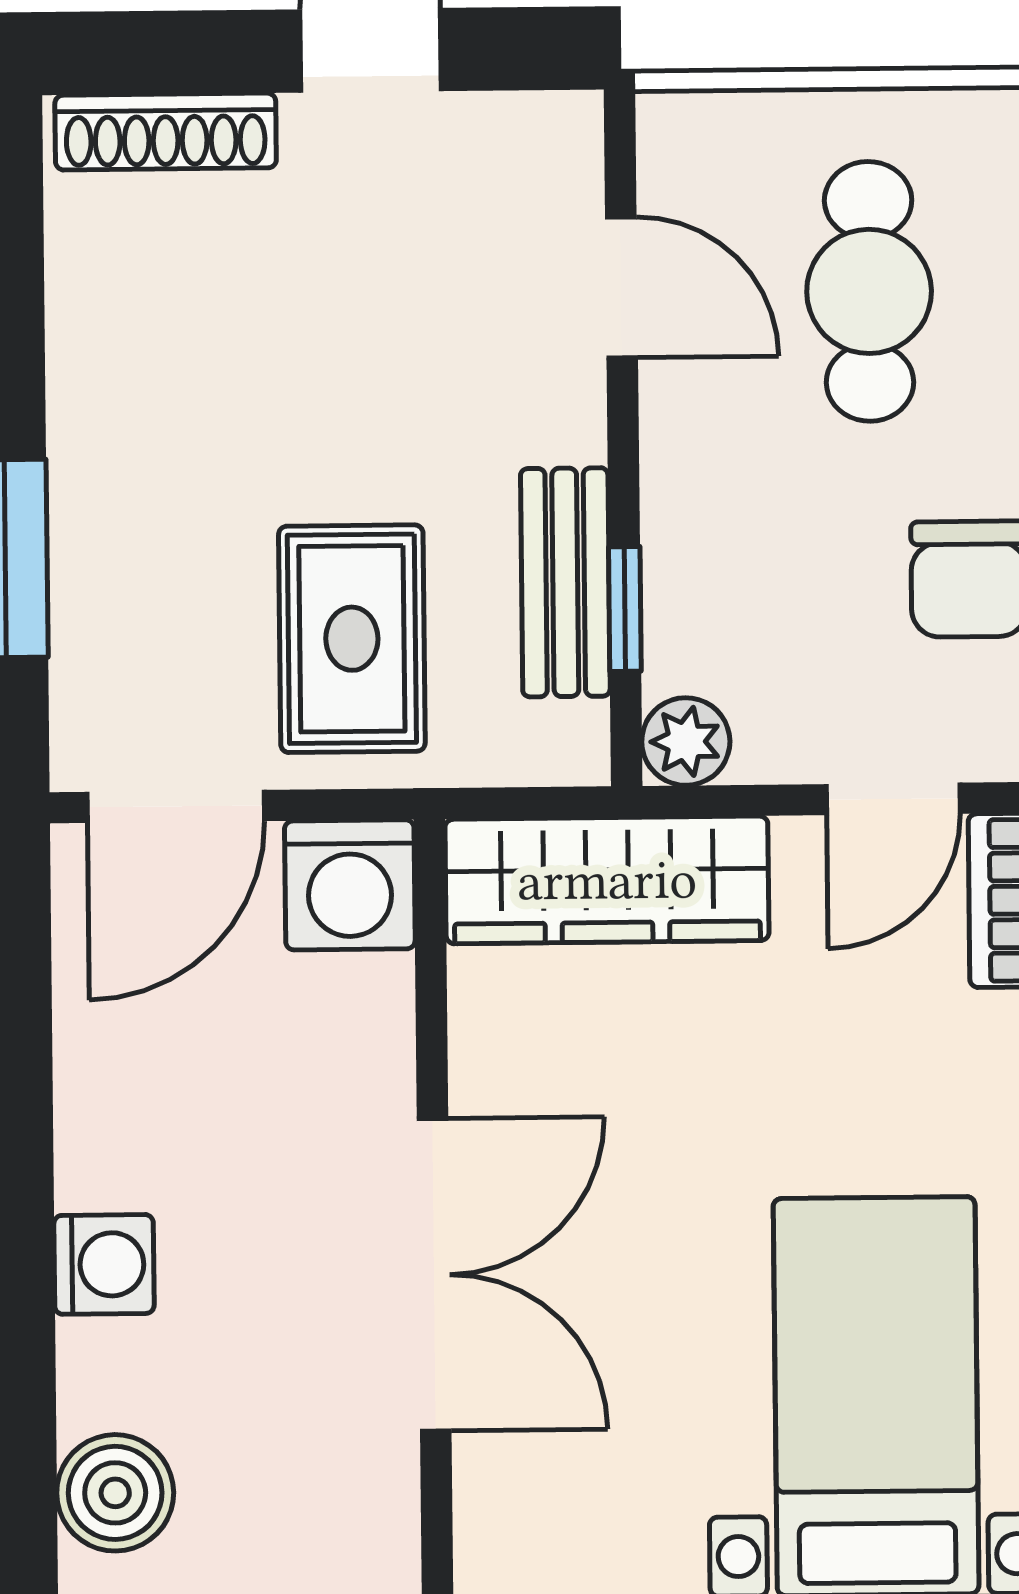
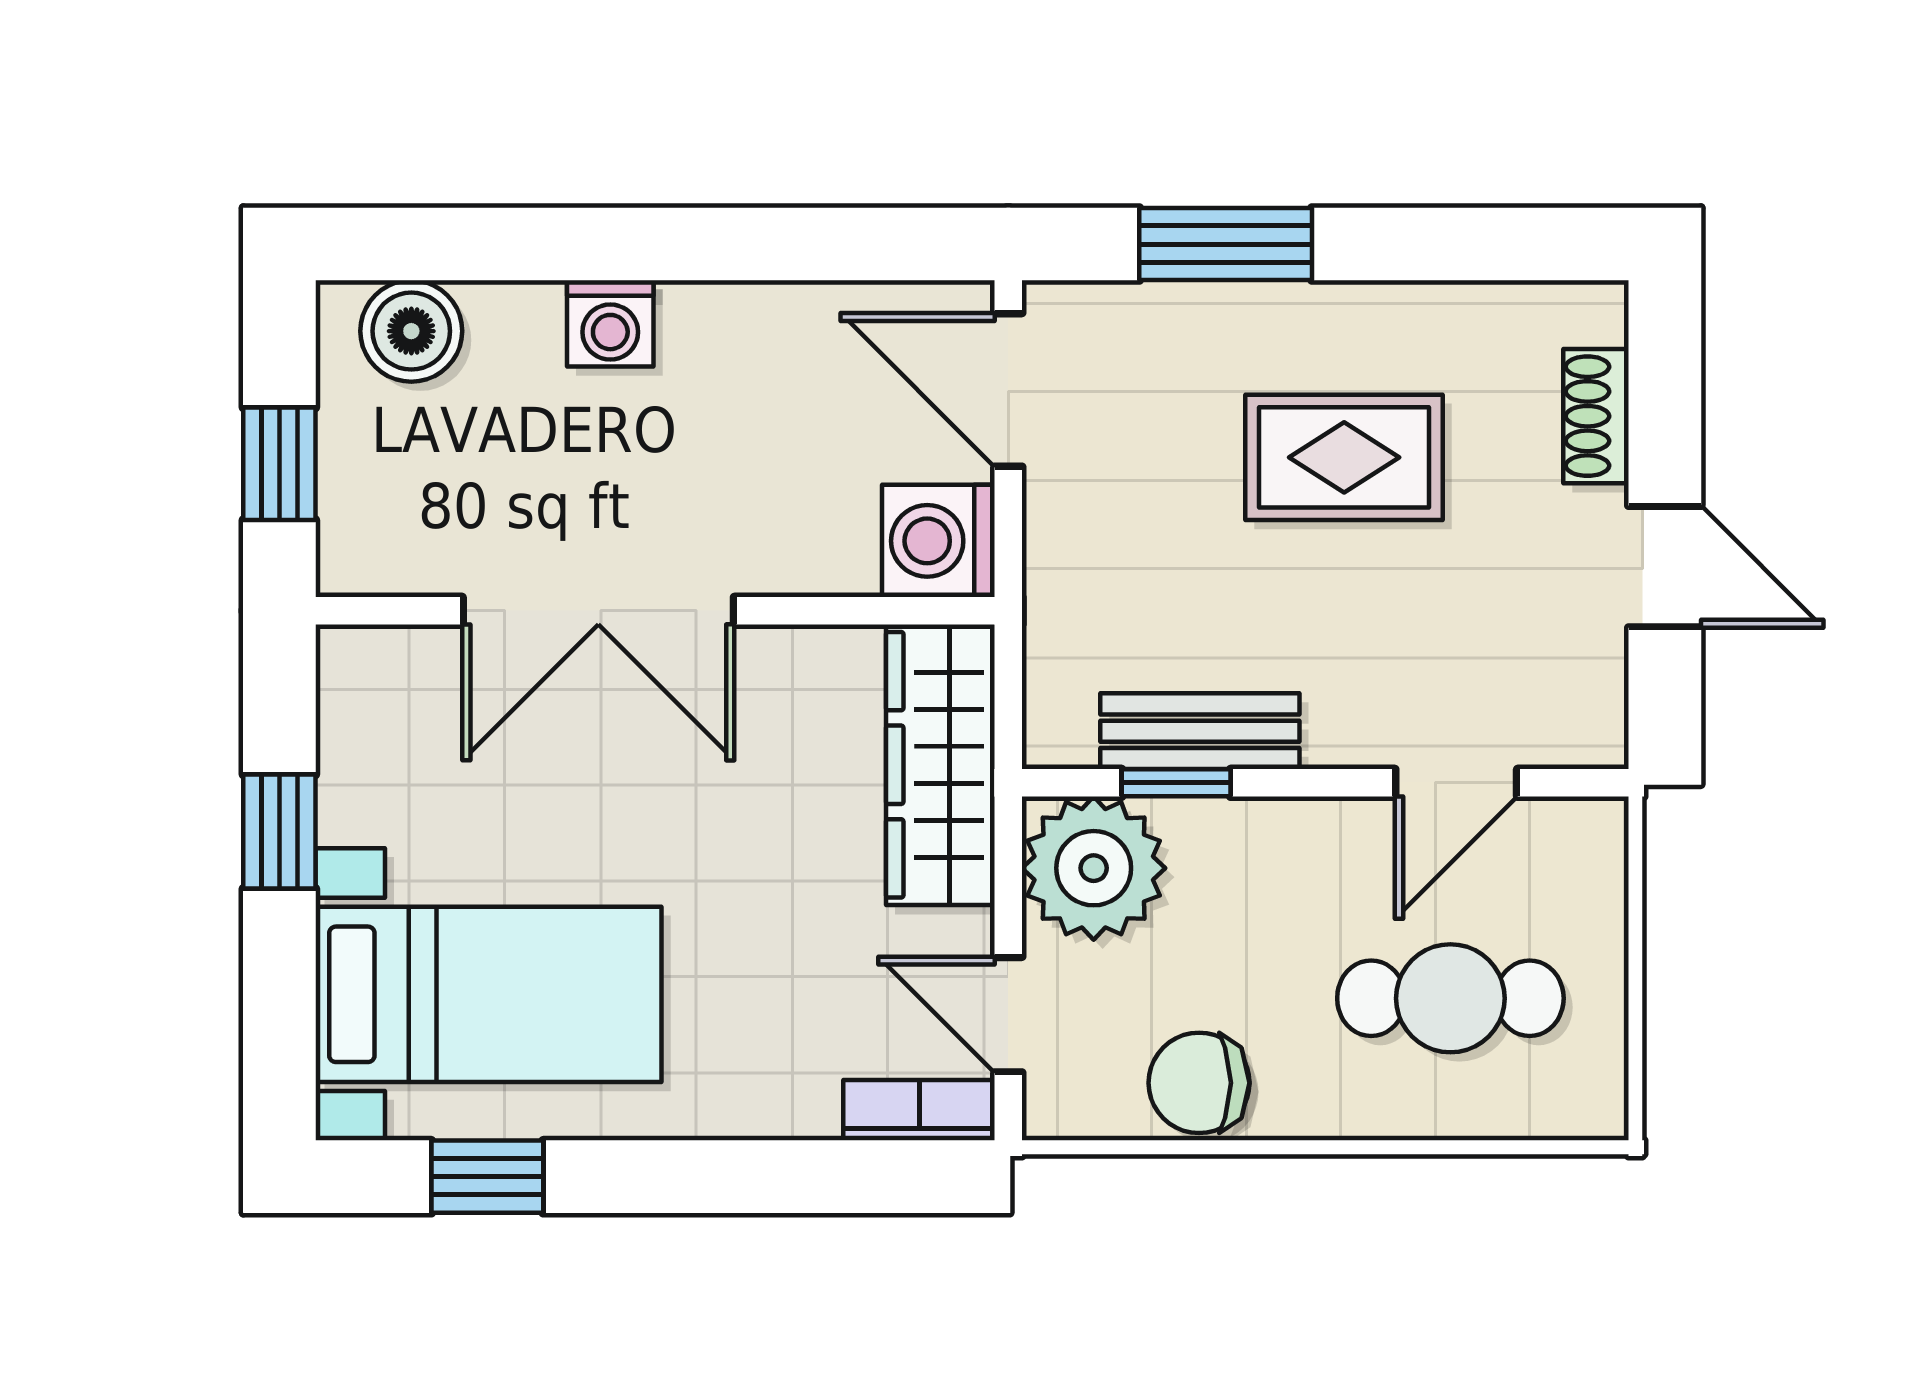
shoe rack: (166, 132) -> (1596, 416), width x0.70
rug: (352, 639) -> (1344, 457), moved
plant: (686, 742) -> (1094, 868), width x1.87, depth x1.87

